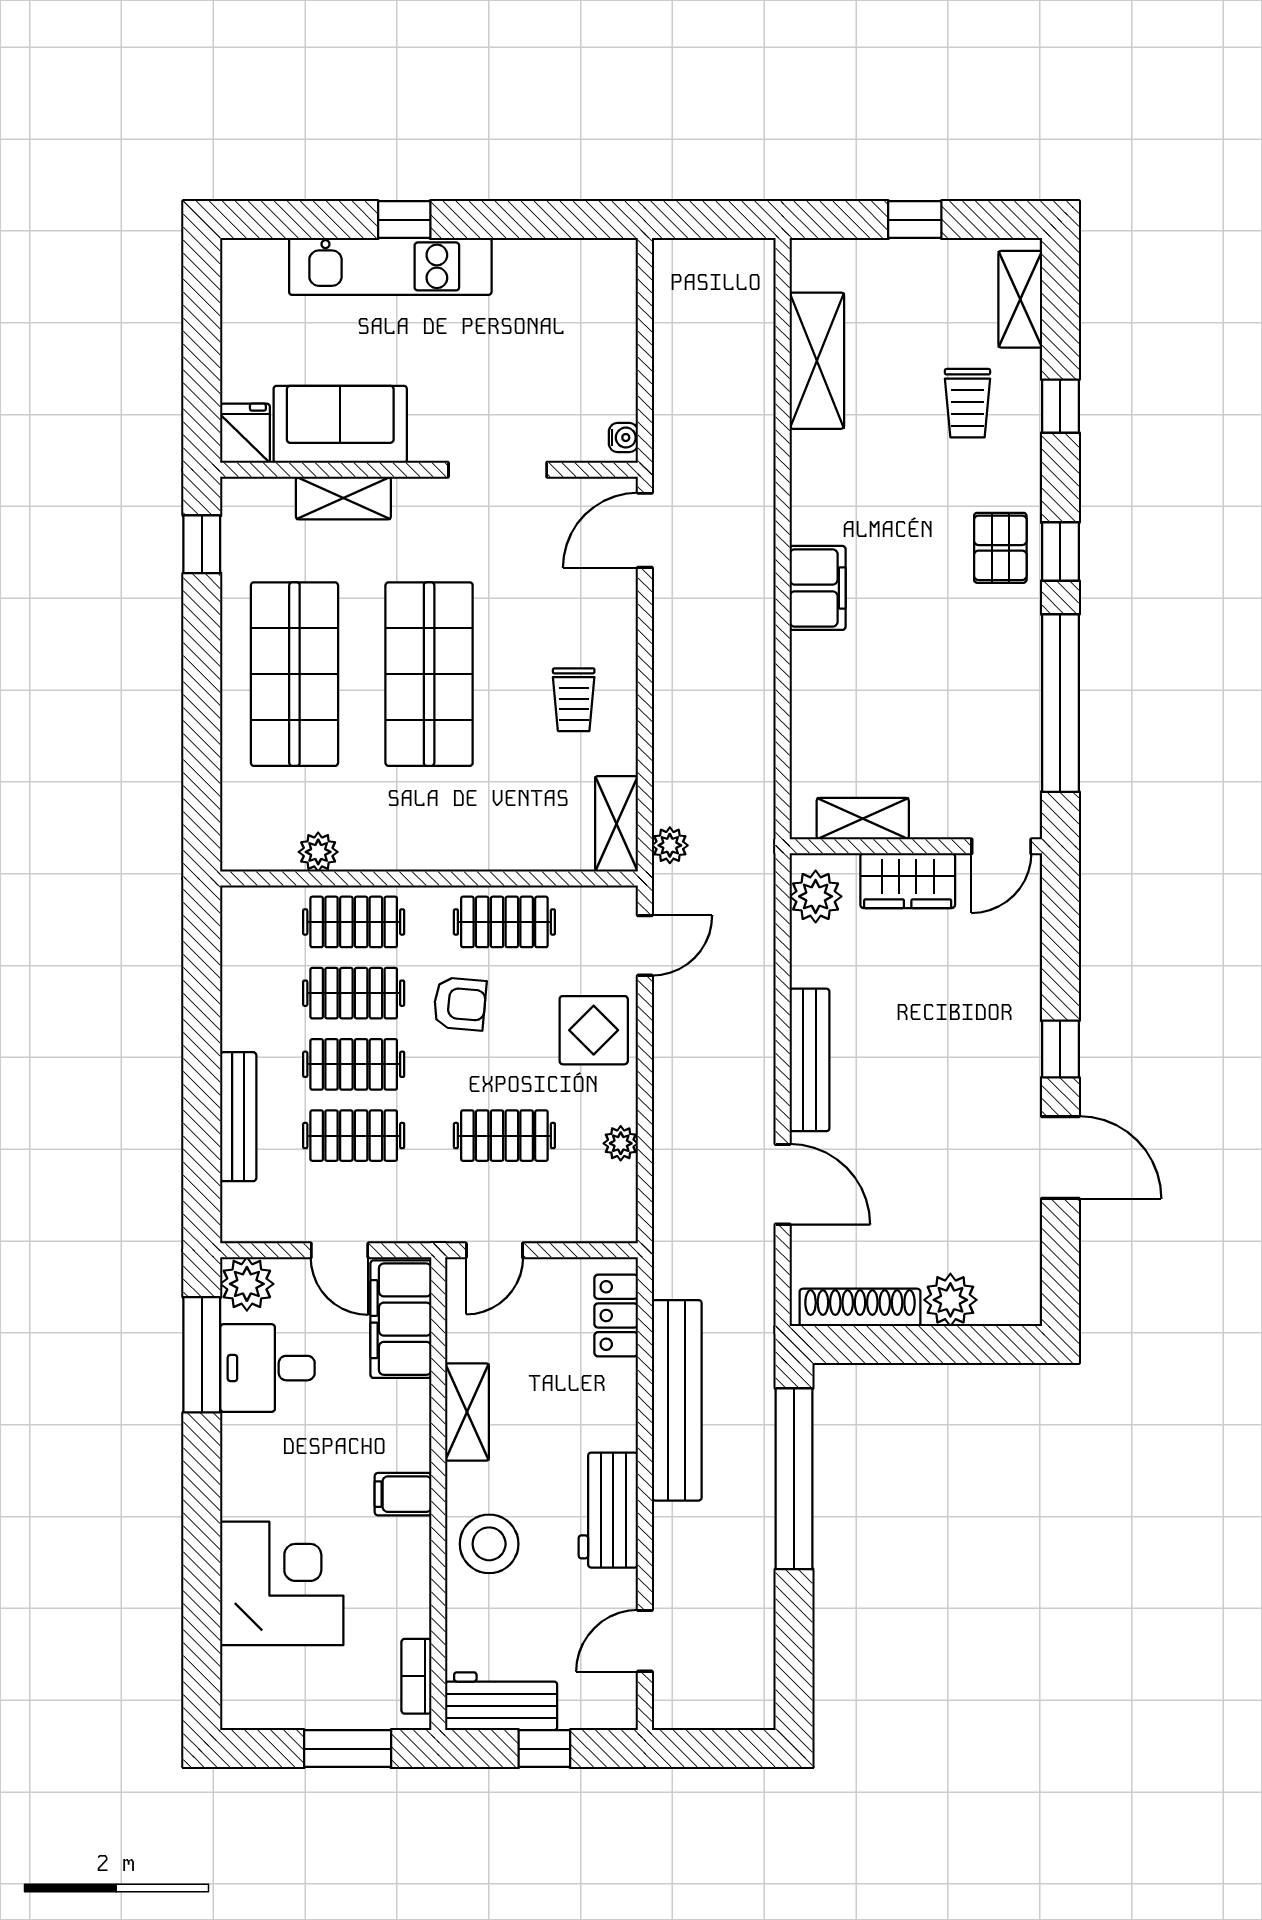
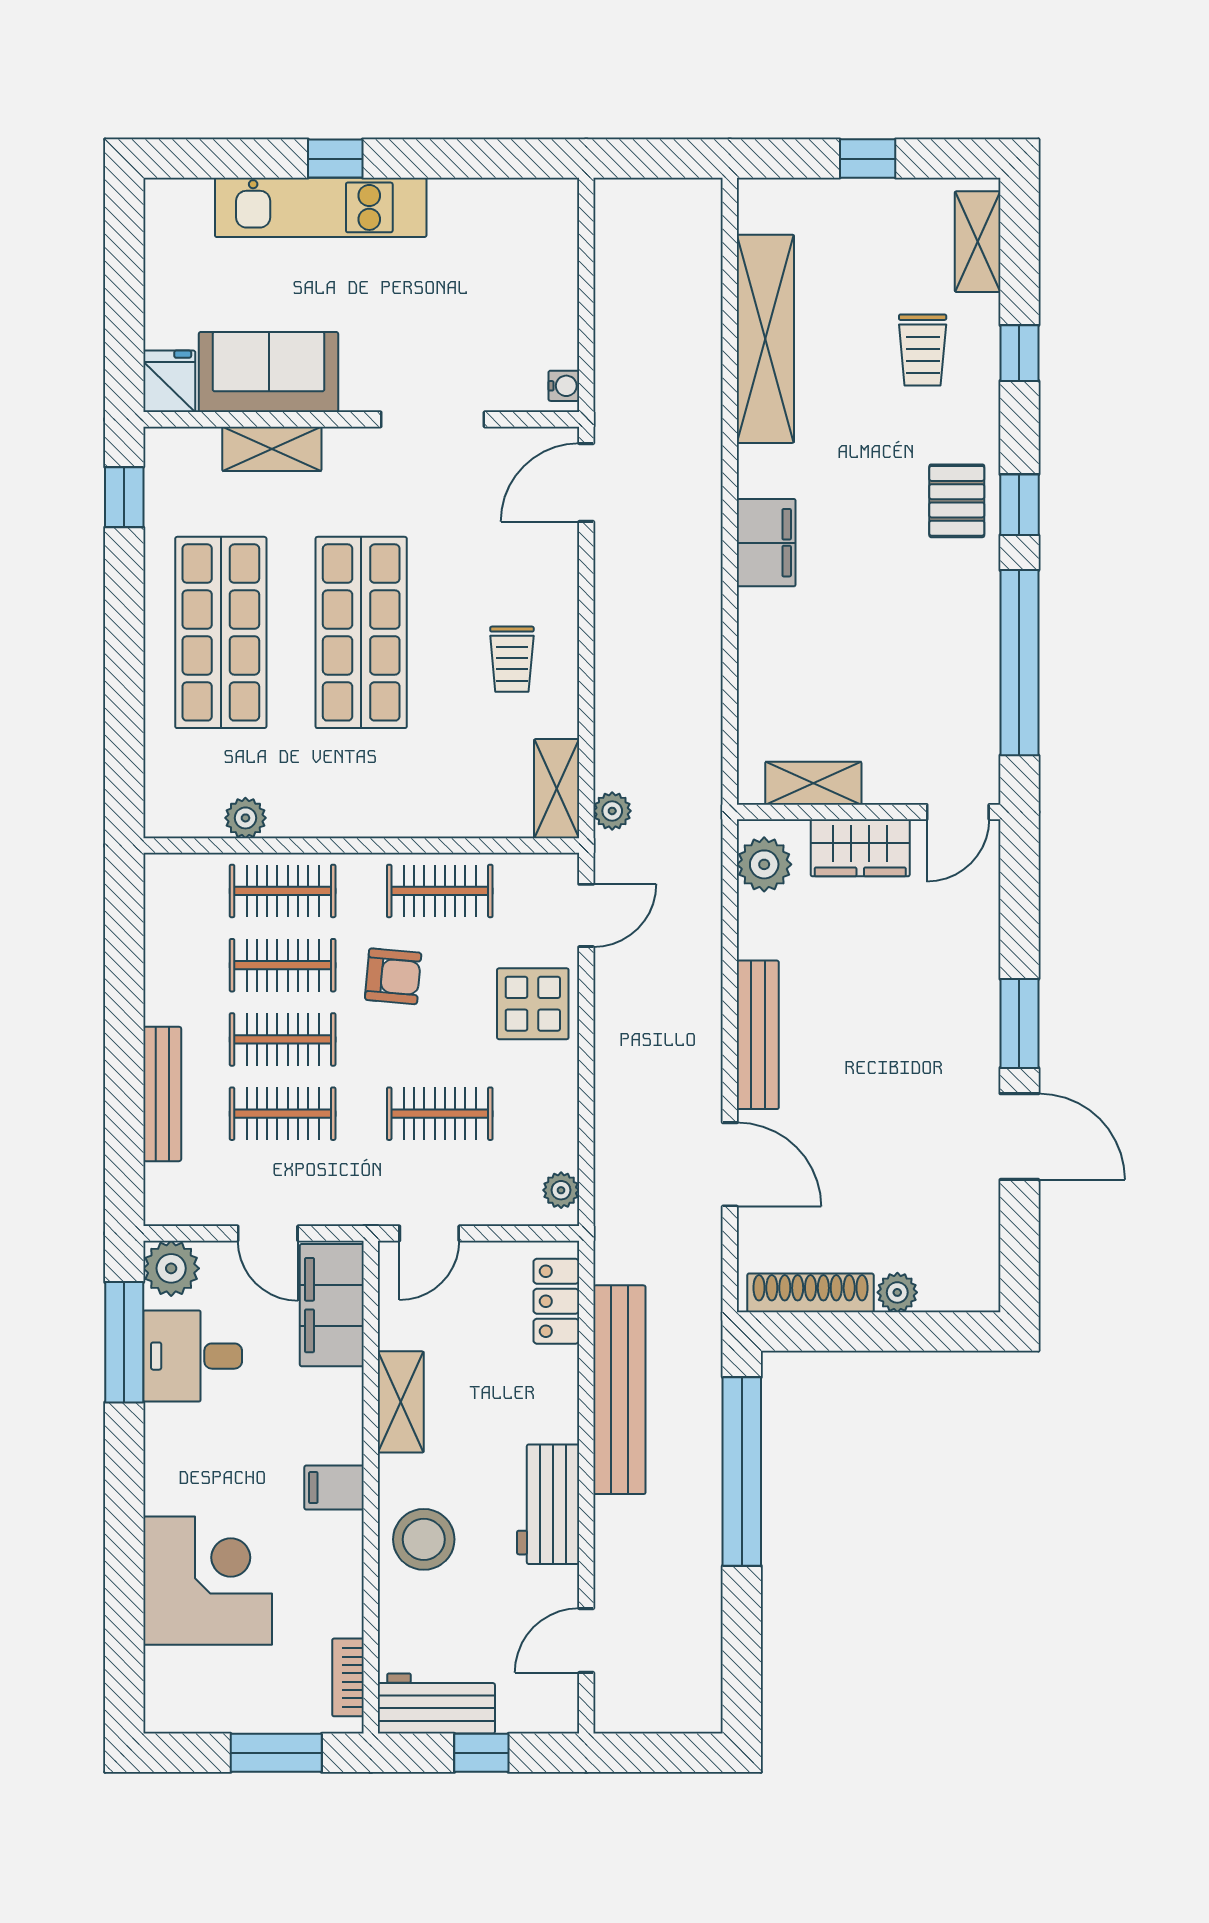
shelving: (817, 361) -> (765, 339), width x1.47
window: (1060, 1049) -> (1019, 1023), width x1.50
plant: (621, 1143) -> (561, 1190), moved
plant: (950, 1300) -> (897, 1292), width x0.73, depth x0.73

